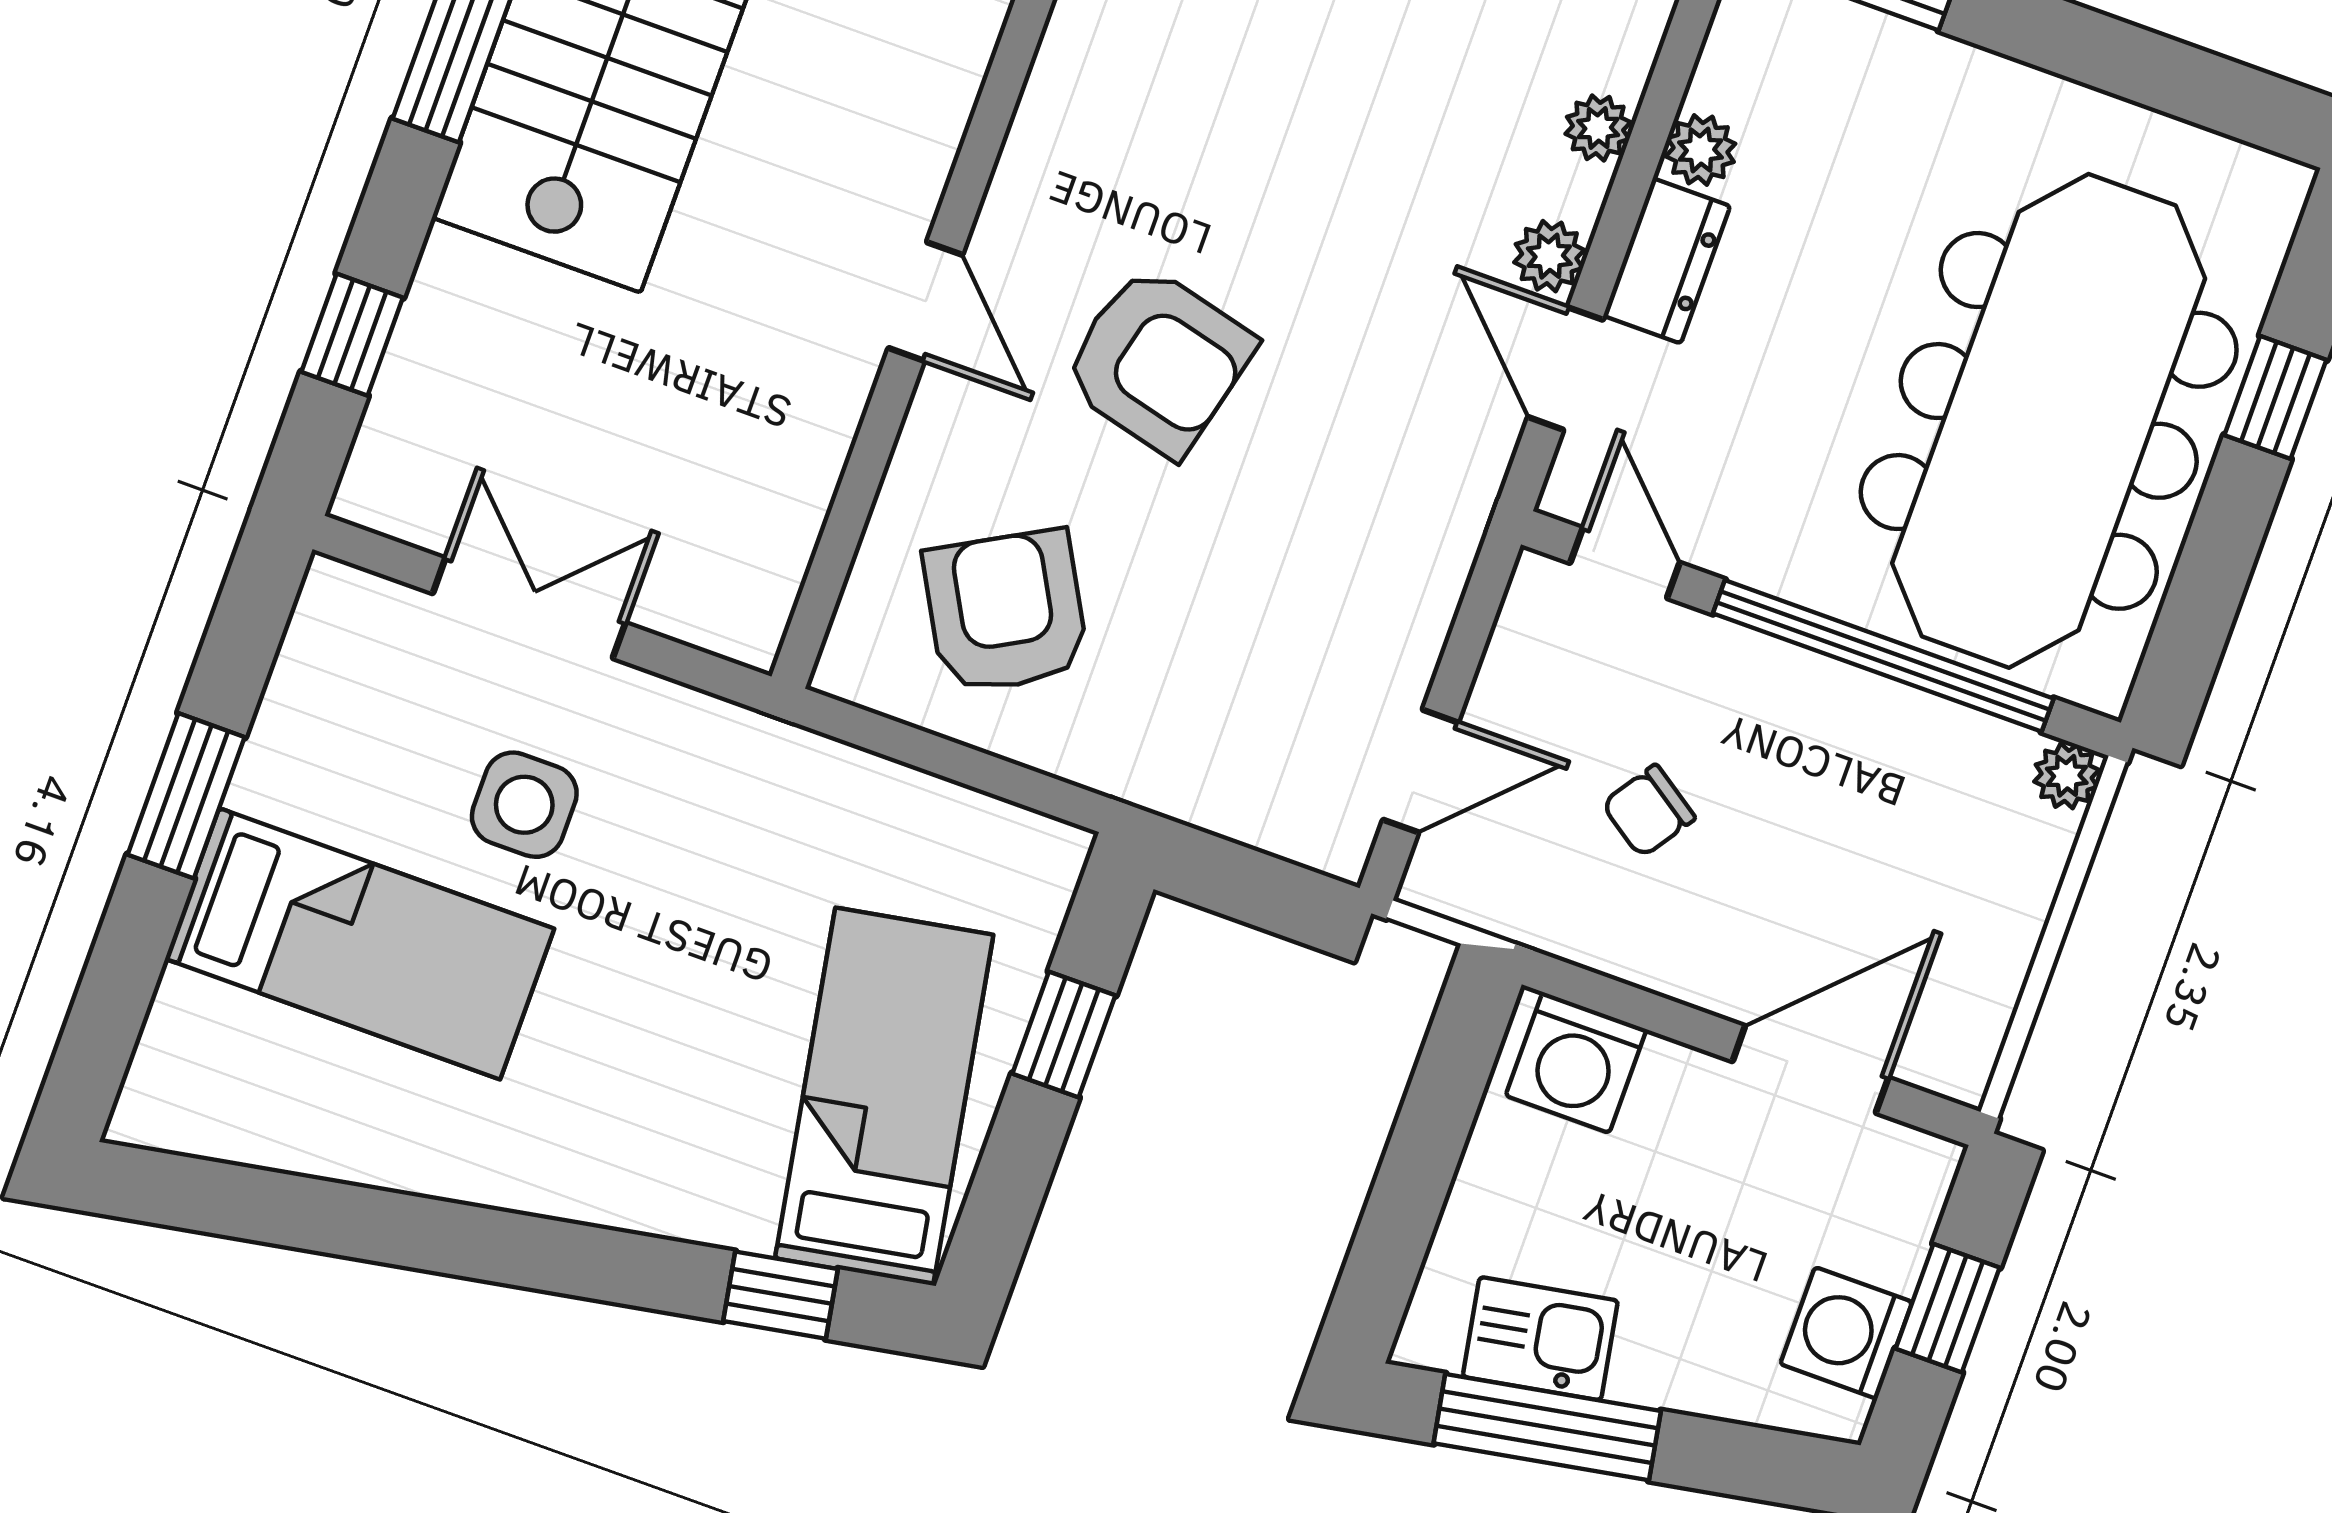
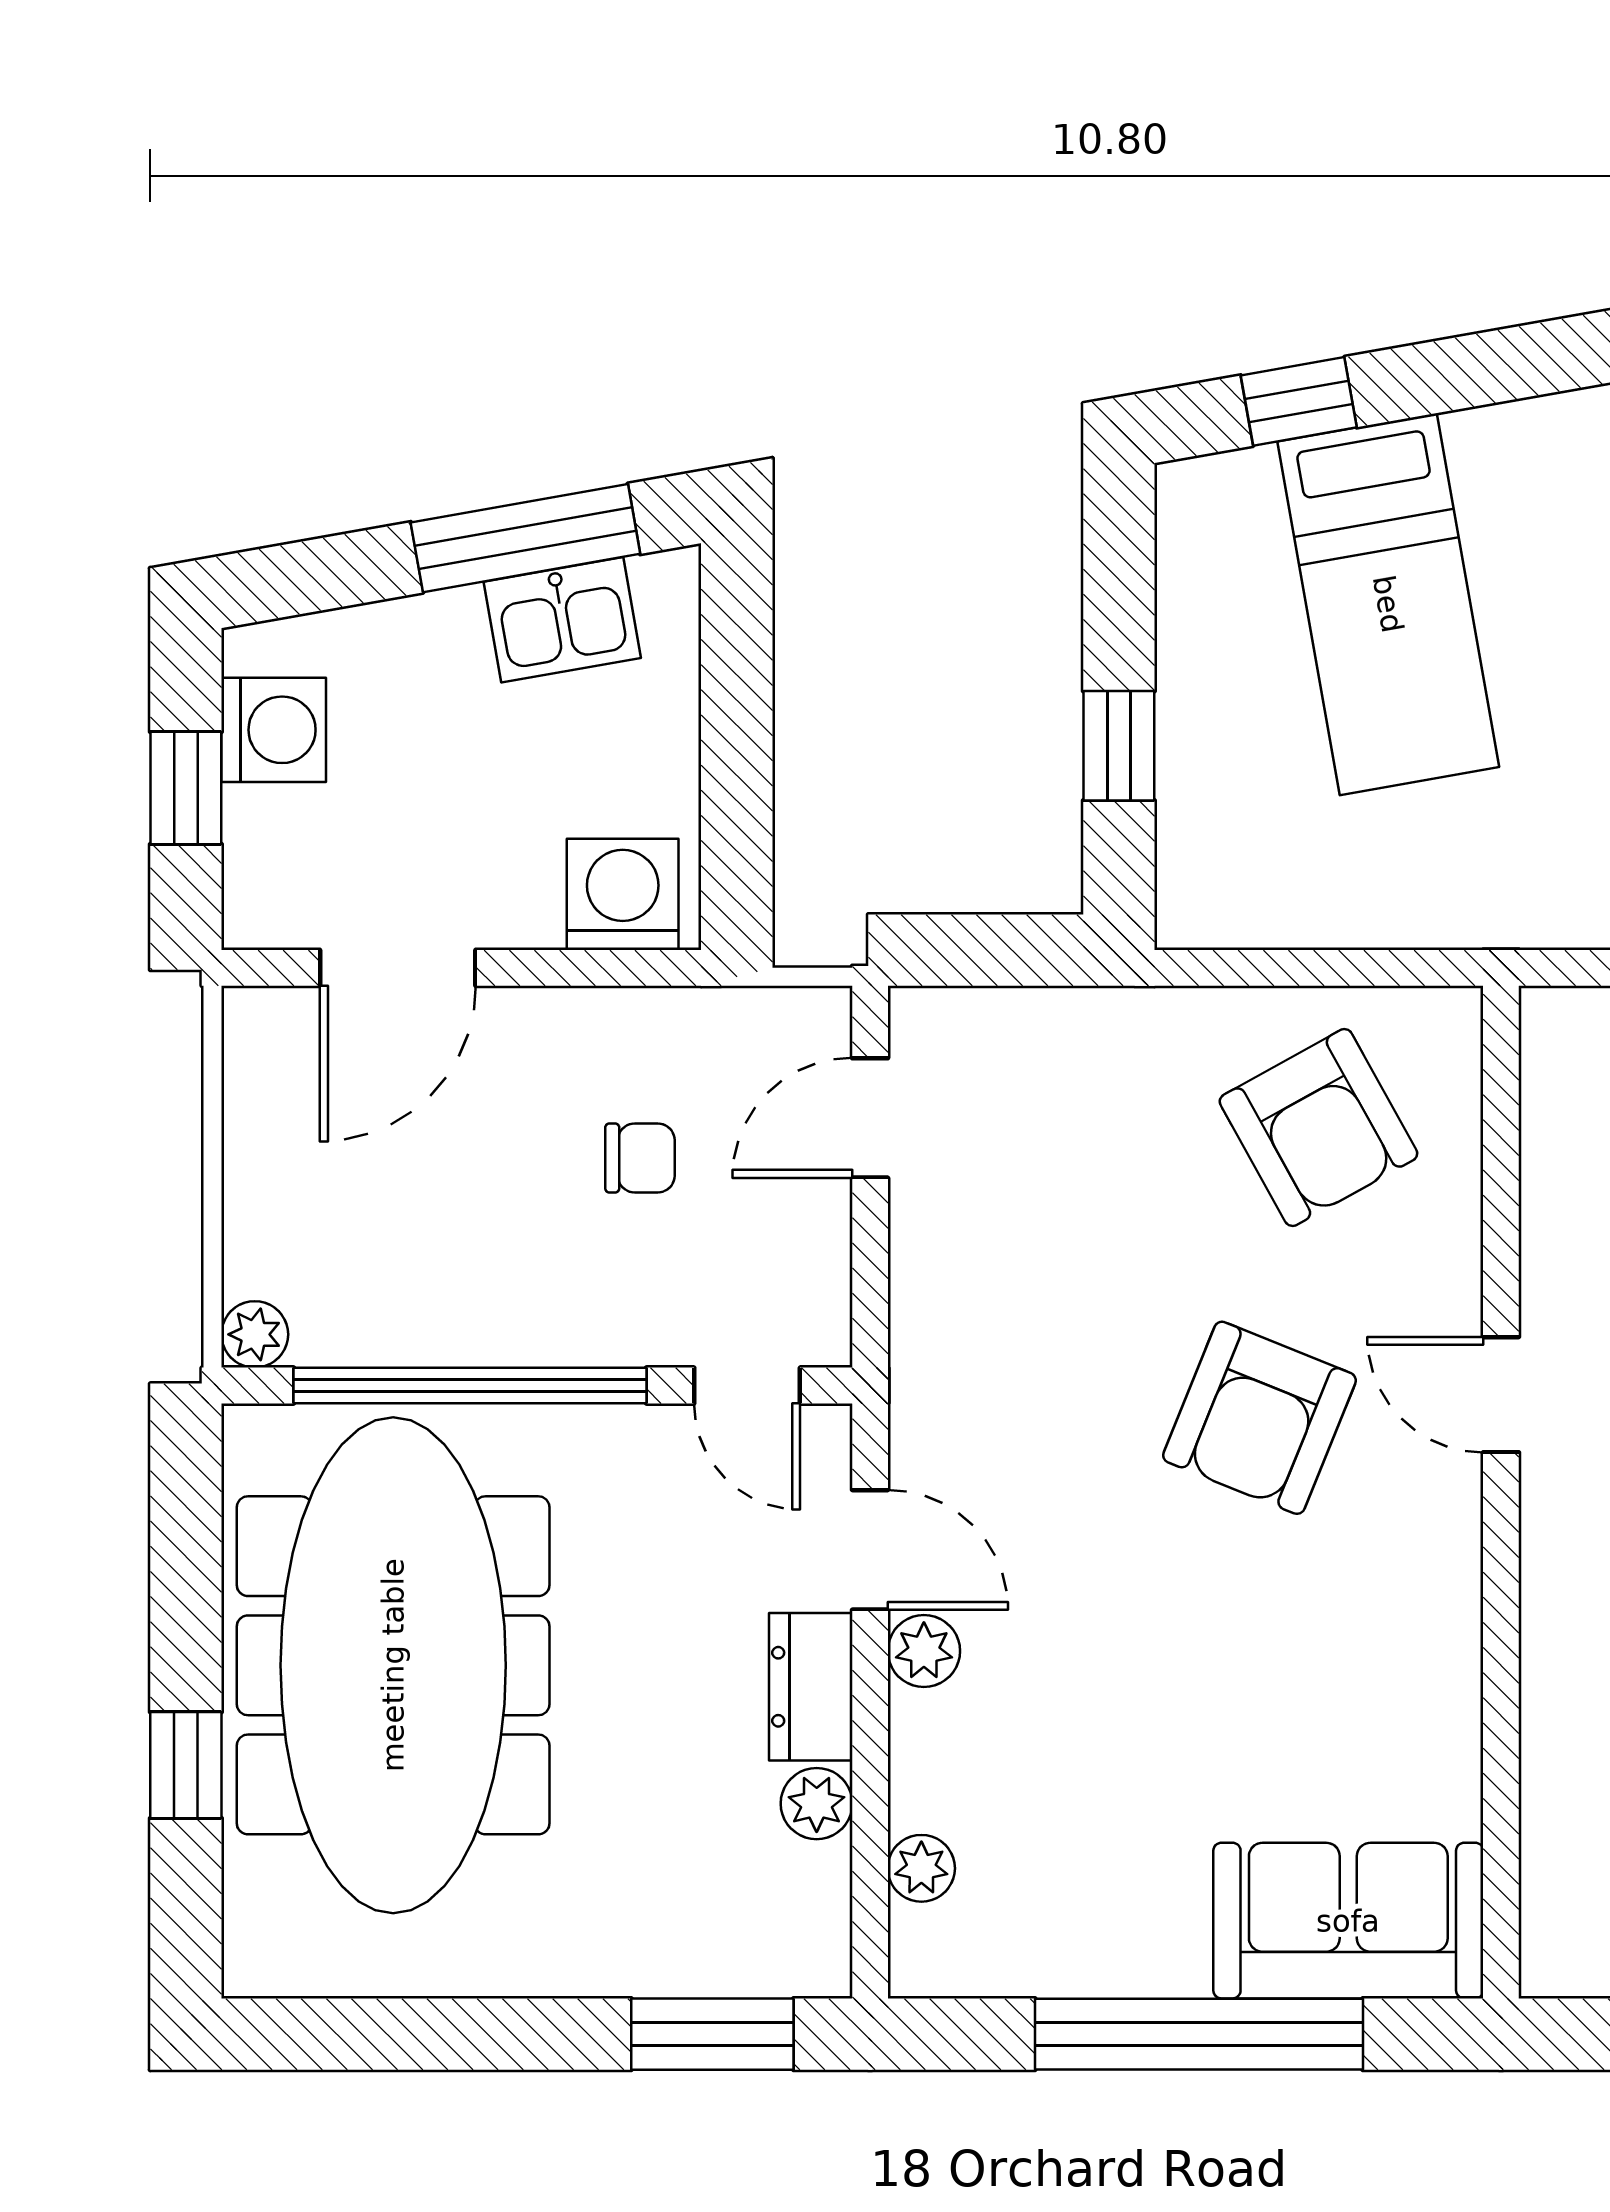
plant: (1598, 128) -> (921, 1868), moved
armchair: (1158, 361) -> (1259, 1418), turned -82
chair: (1648, 811) -> (640, 1158), turned 56
bed: (884, 1096) -> (1388, 604), moved

